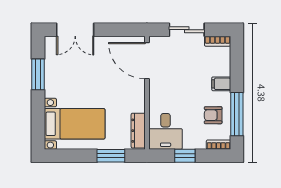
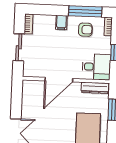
door: (147, 61) -> (59, 80), moved
armchair: (213, 115) -> (85, 30), turned -90

